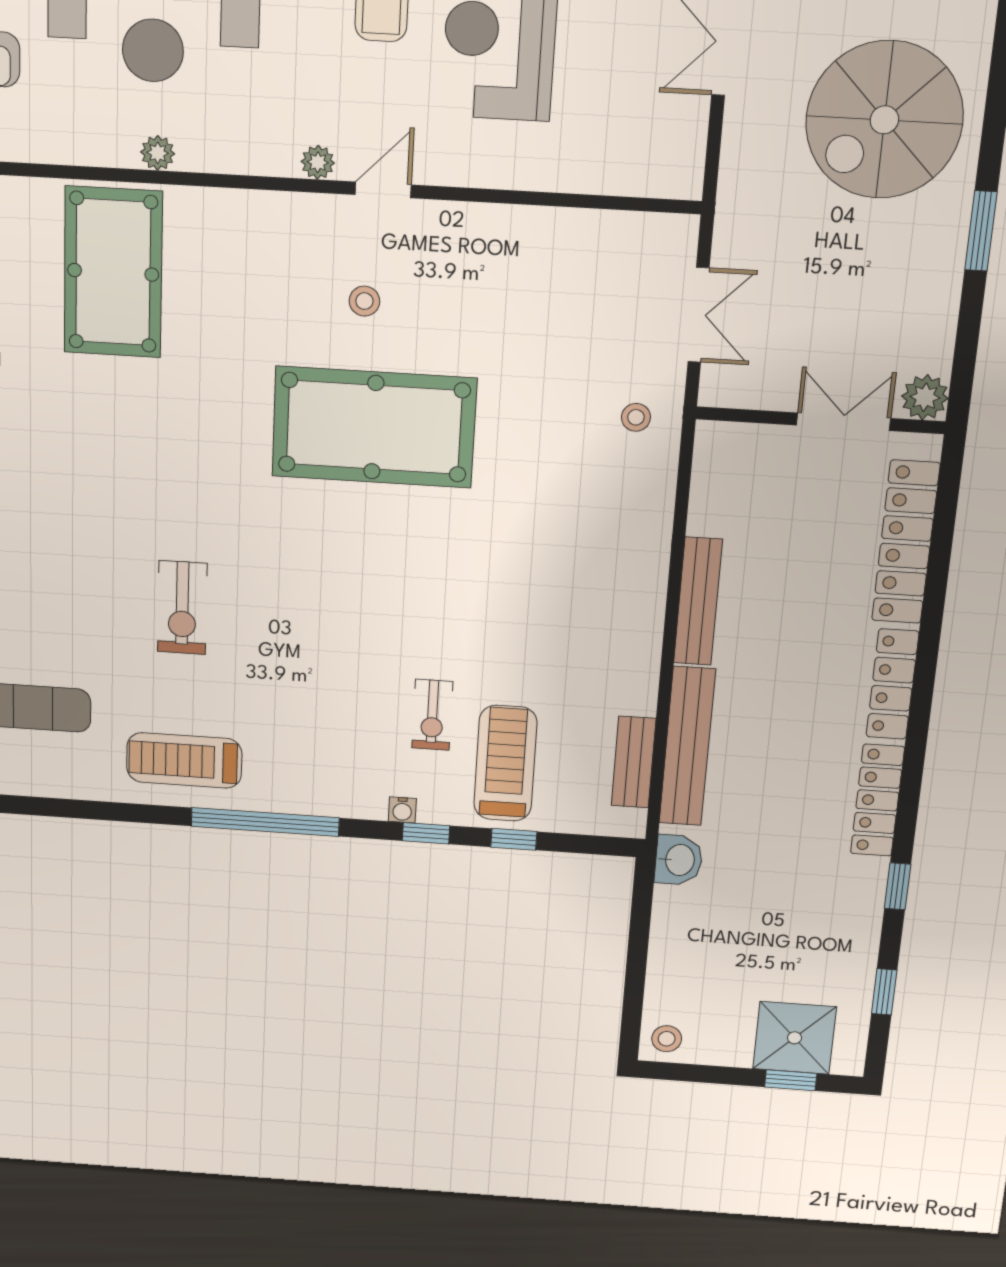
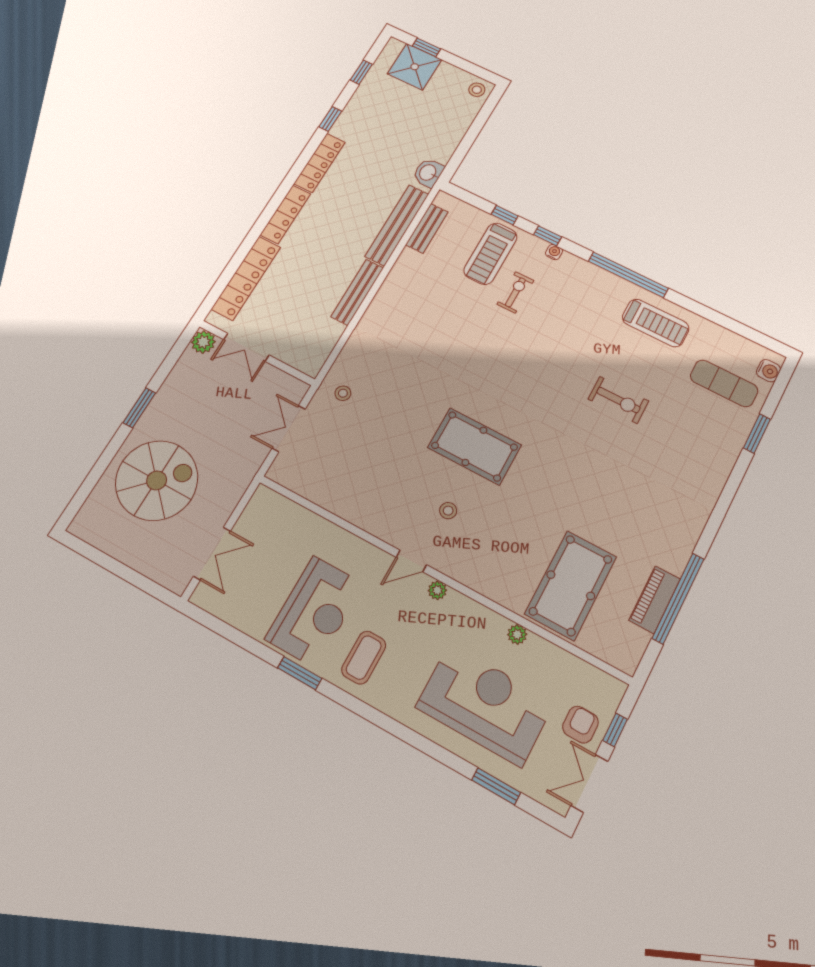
pool table: (374, 427) -> (474, 446), width x0.73, depth x0.76
exercise bike: (182, 608) -> (618, 400), turned 90

